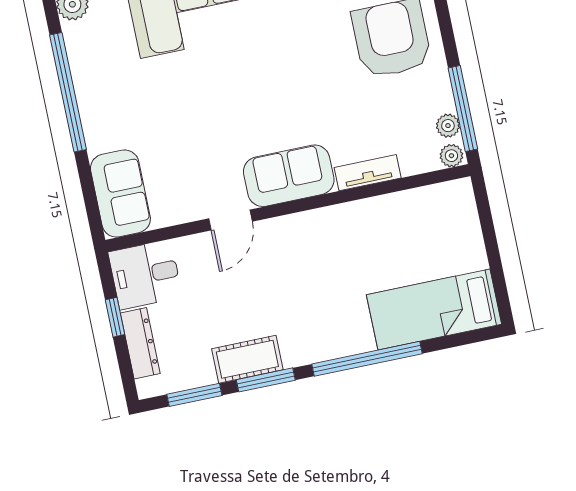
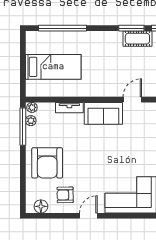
bed: (434, 309) -> (53, 67), moved
window: (367, 359) -> (63, 28), moved

